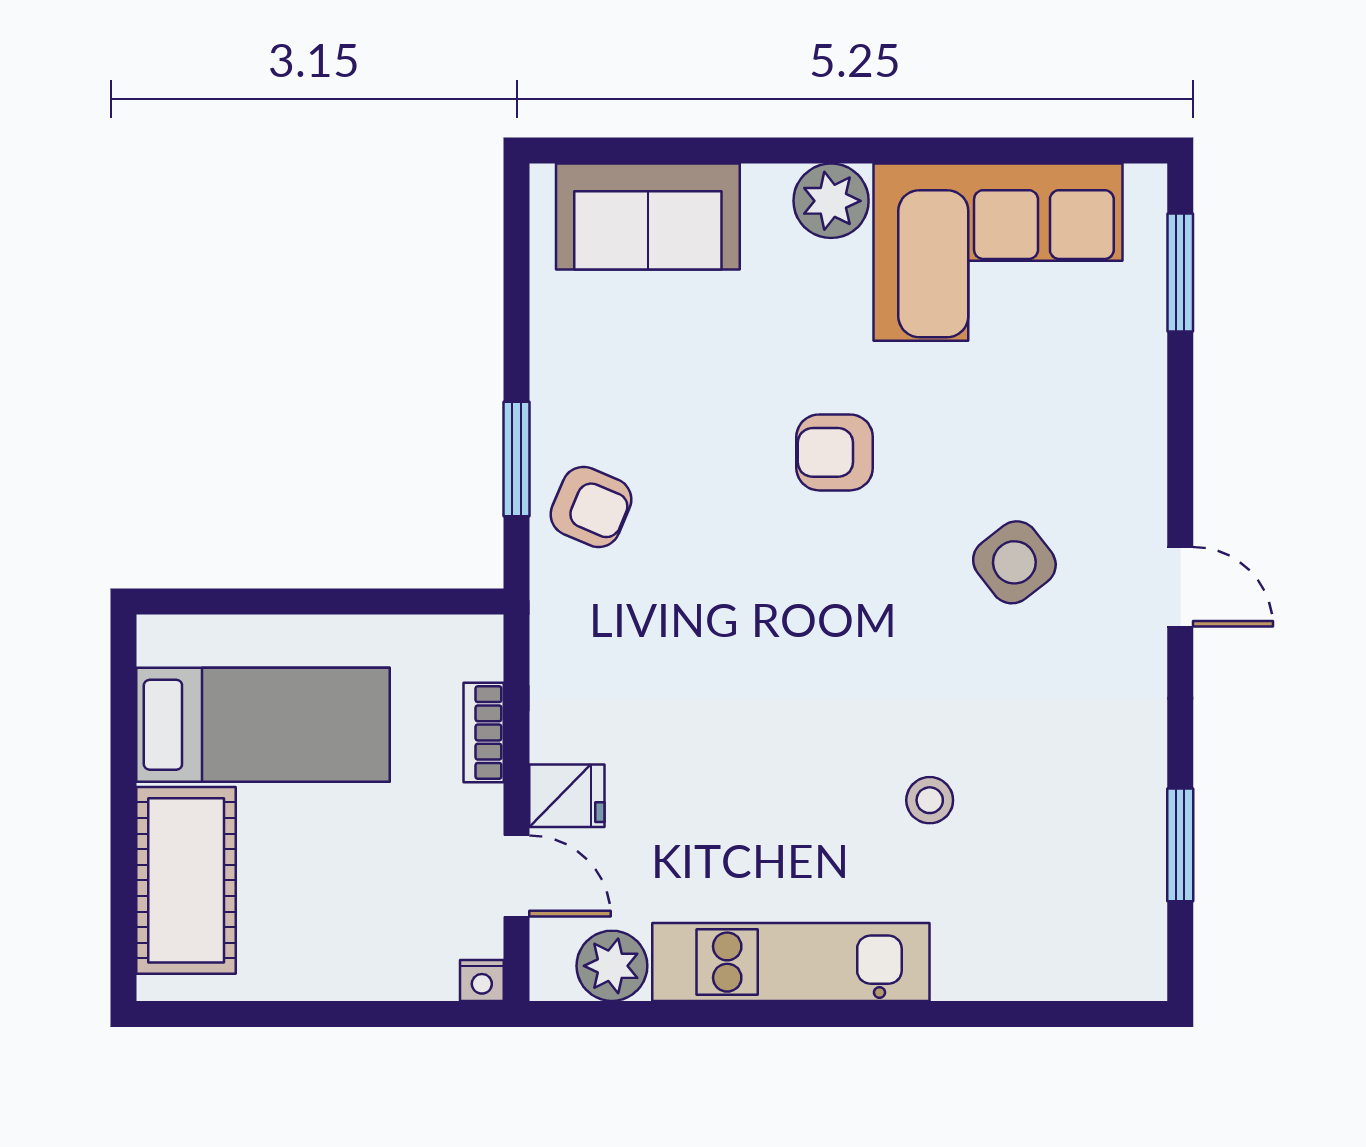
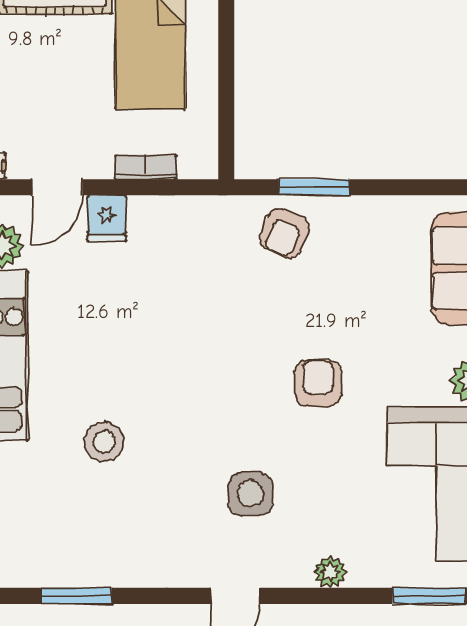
plant: (1142, 433) -> (330, 572), added
side table: (1014, 562) -> (250, 494), turned 38
stool: (930, 800) -> (104, 442), width x1.37, depth x1.37

